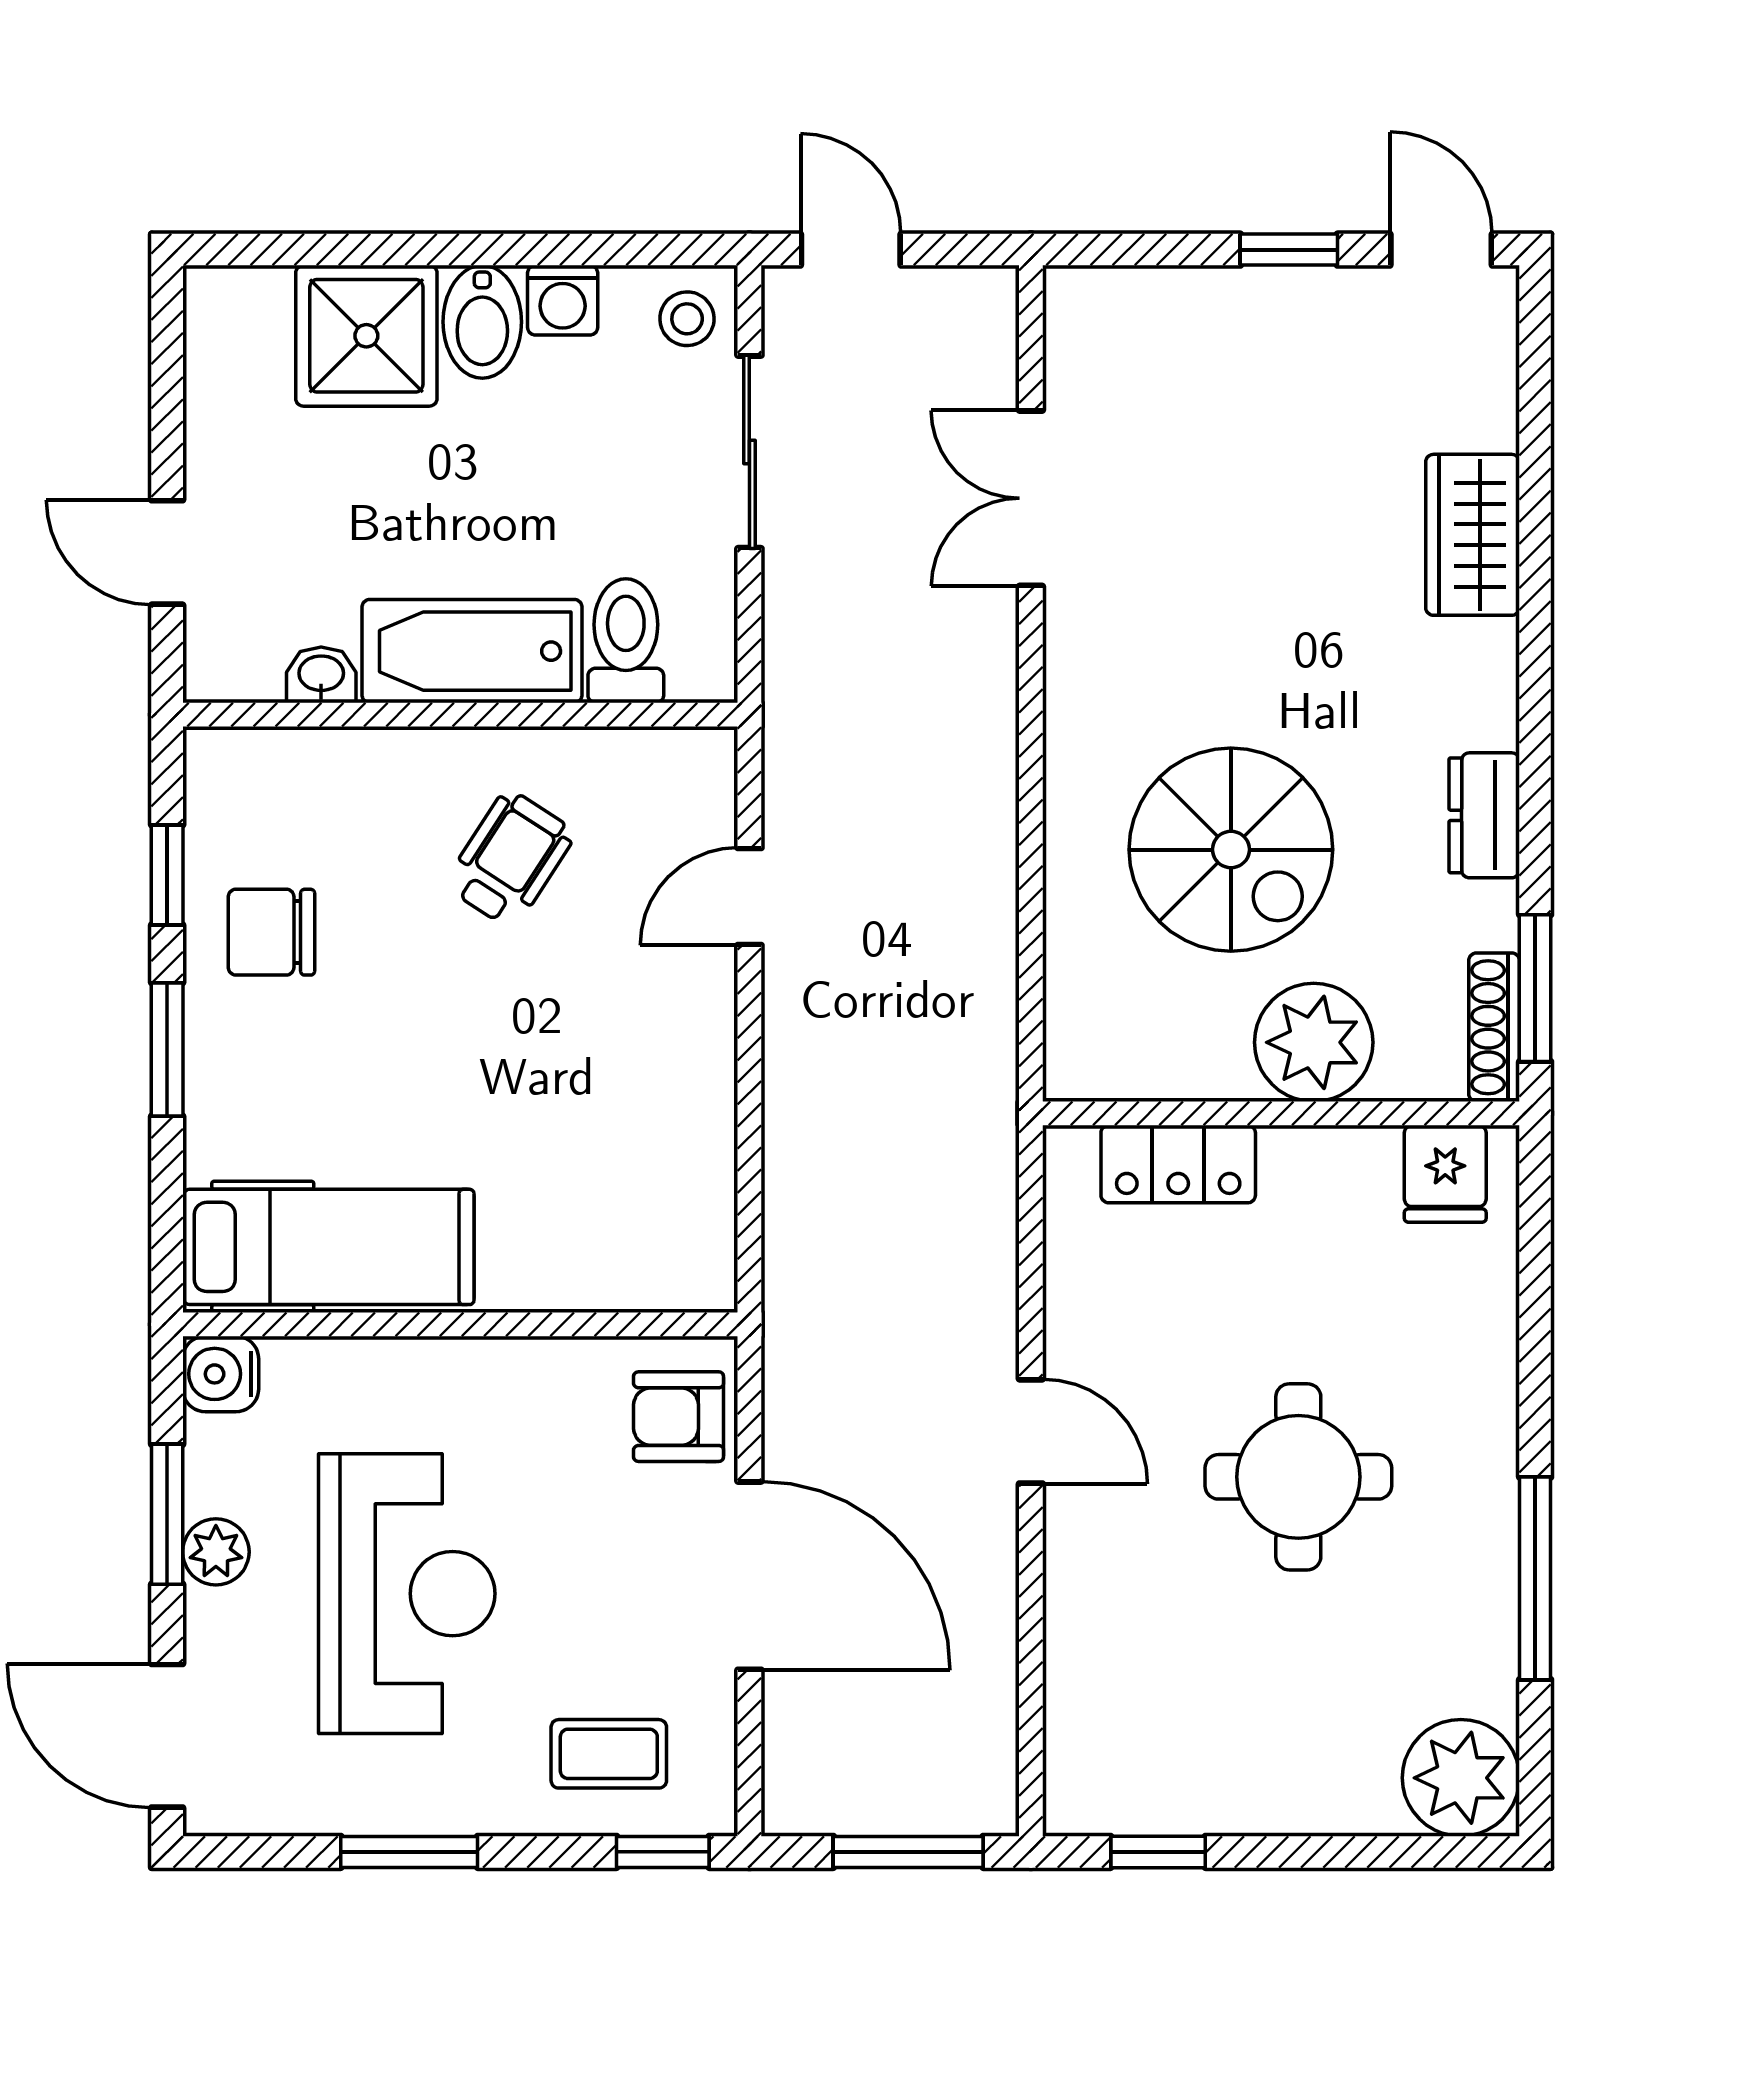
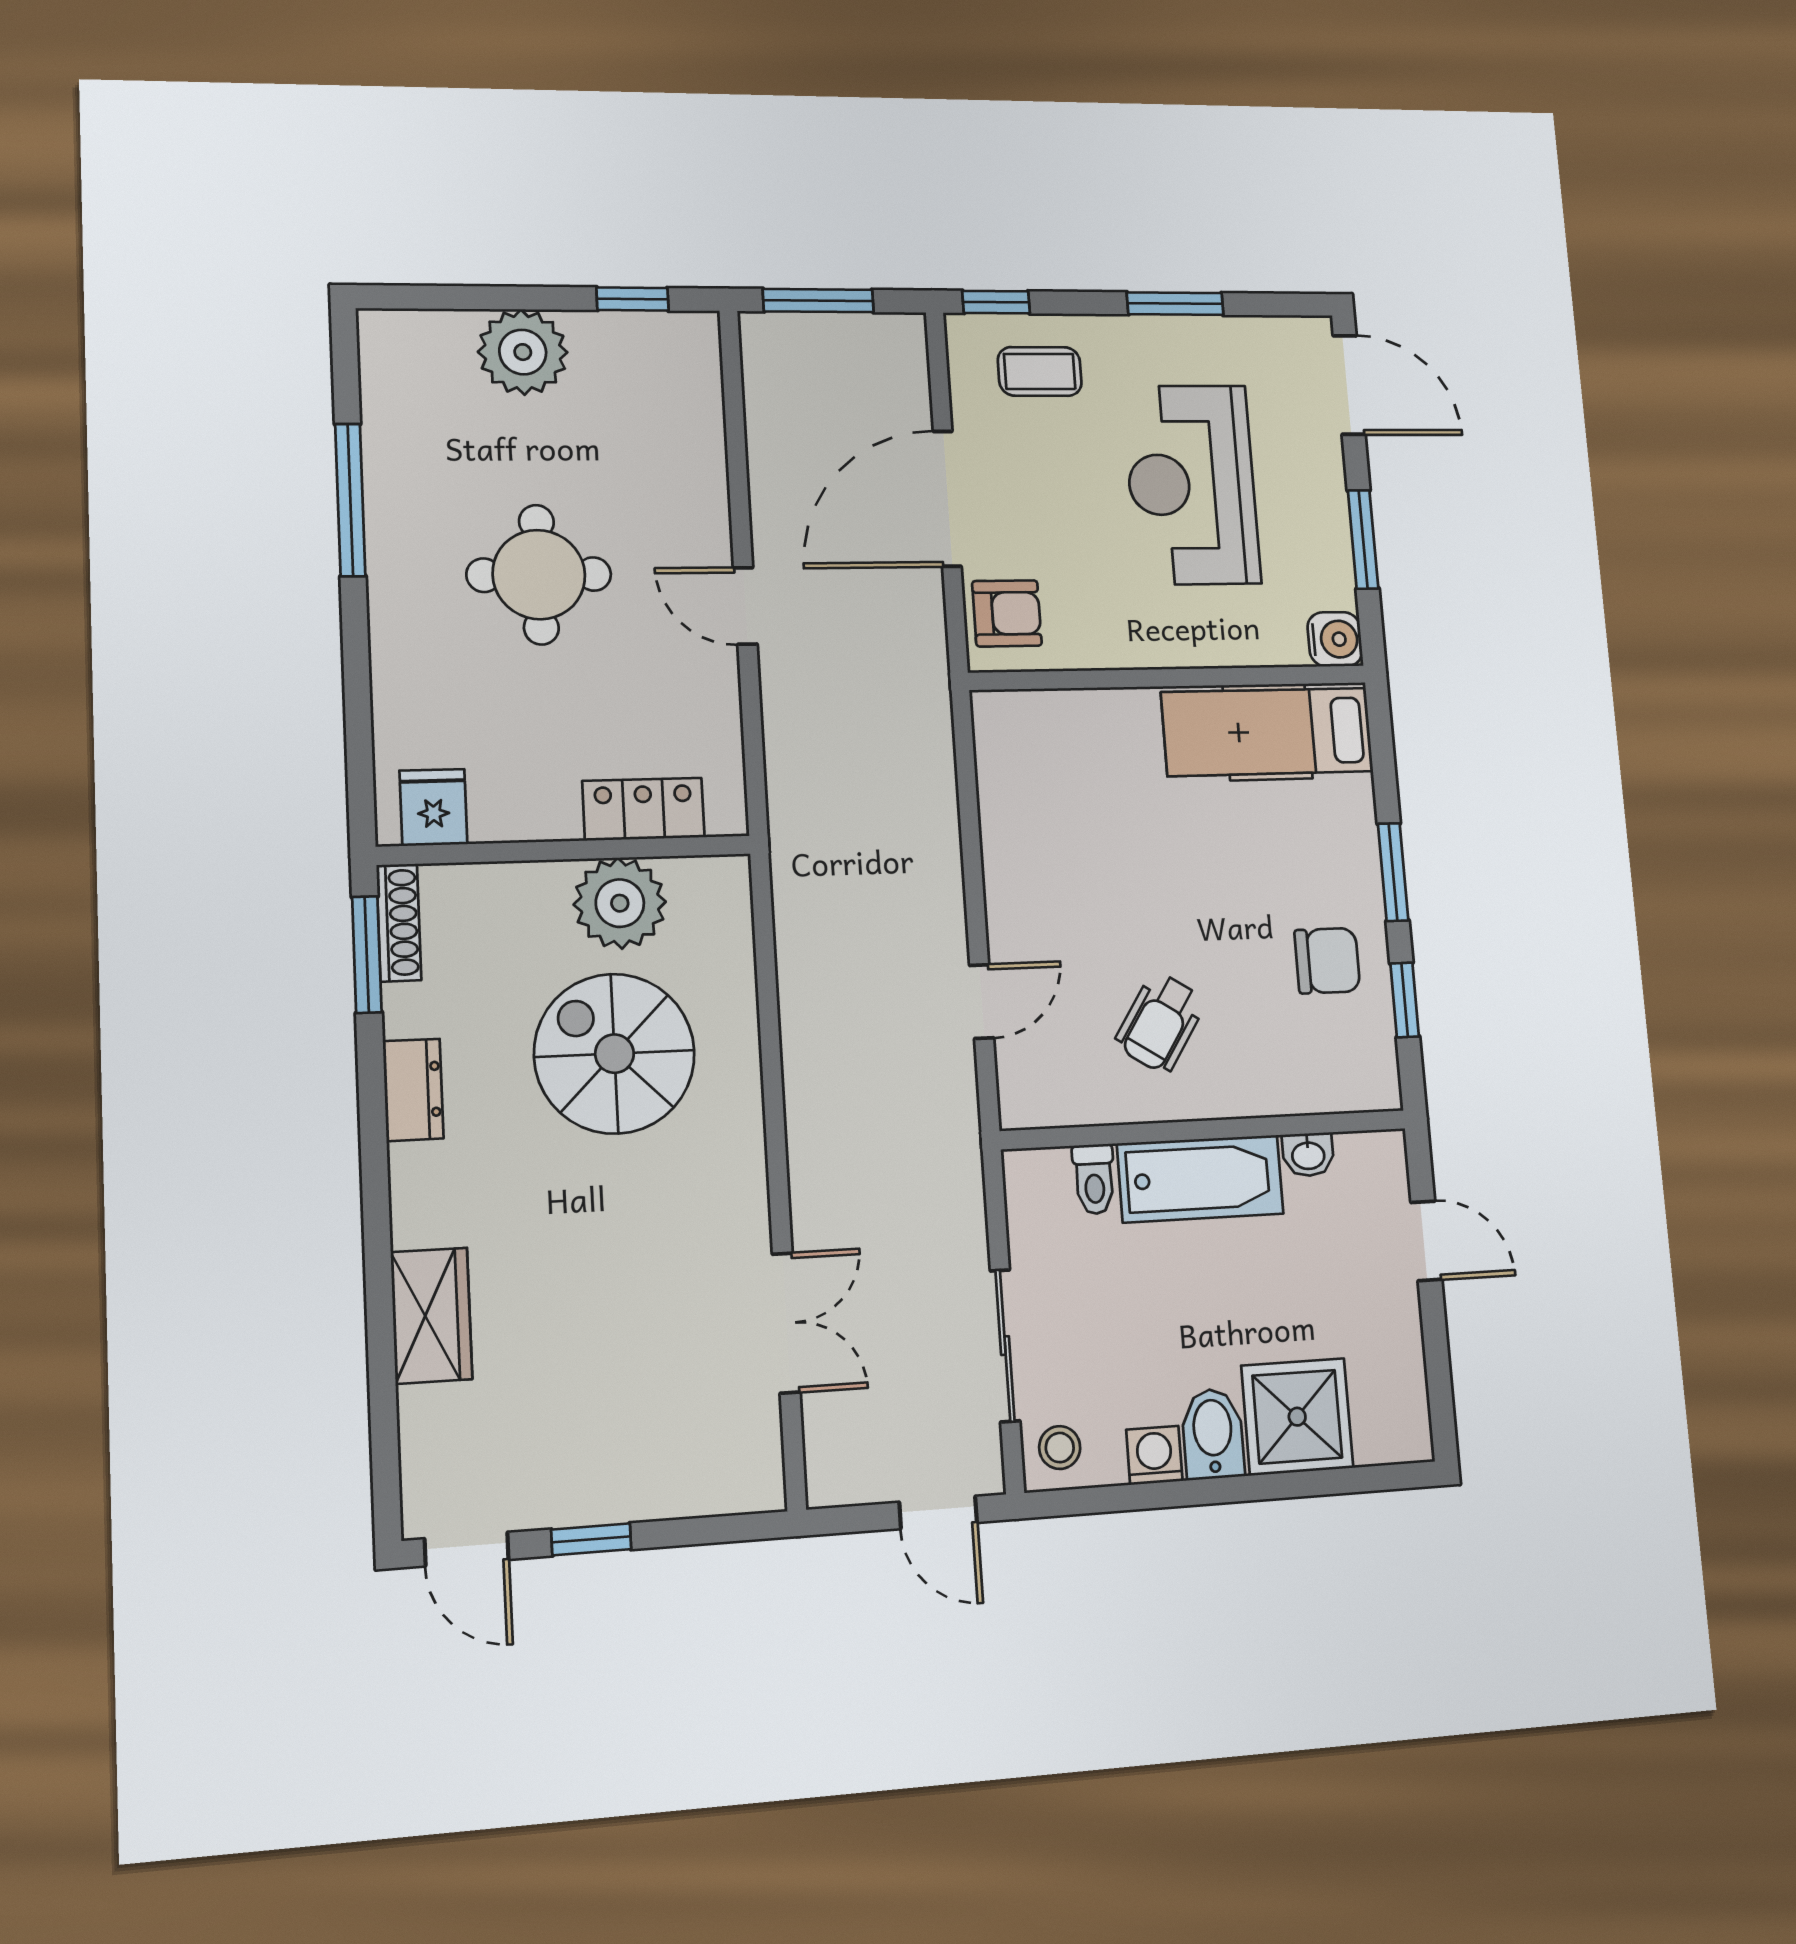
toilet: (626, 641) -> (1094, 1179), width x0.73, depth x0.72
plant: (1314, 1042) -> (620, 903), moved
plant: (216, 1552) -> (1327, 513), removed
door: (749, 1576) -> (947, 499), hinge flipped
plant: (1461, 1778) -> (523, 352), moved

